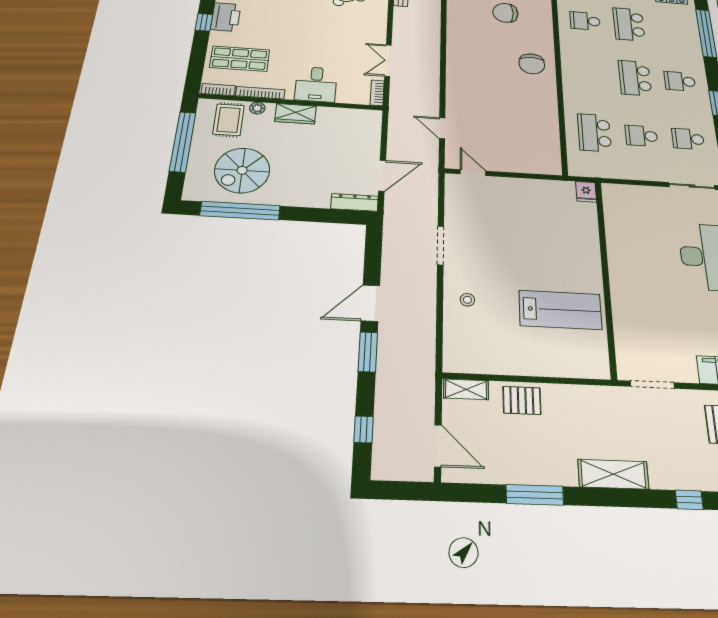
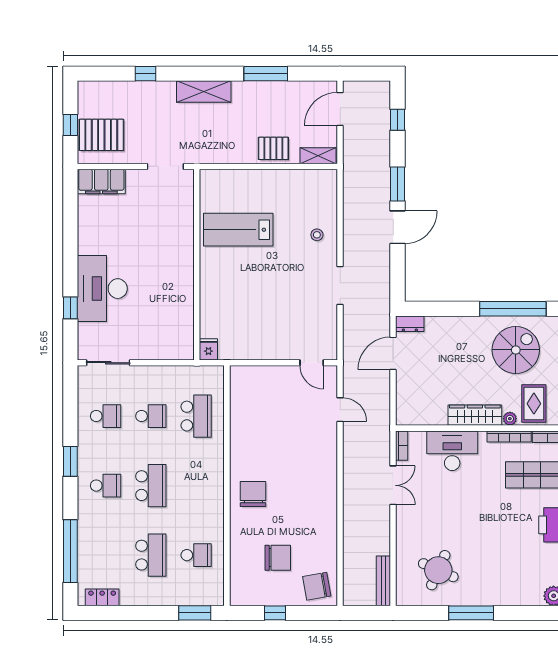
desk: (316, 84) -> (452, 451), width x1.37
wardrobe: (296, 114) -> (475, 415), width x1.50
dresser: (354, 202) -> (410, 324), width x0.70
door: (438, 446) -> (340, 109), hinge flipped

